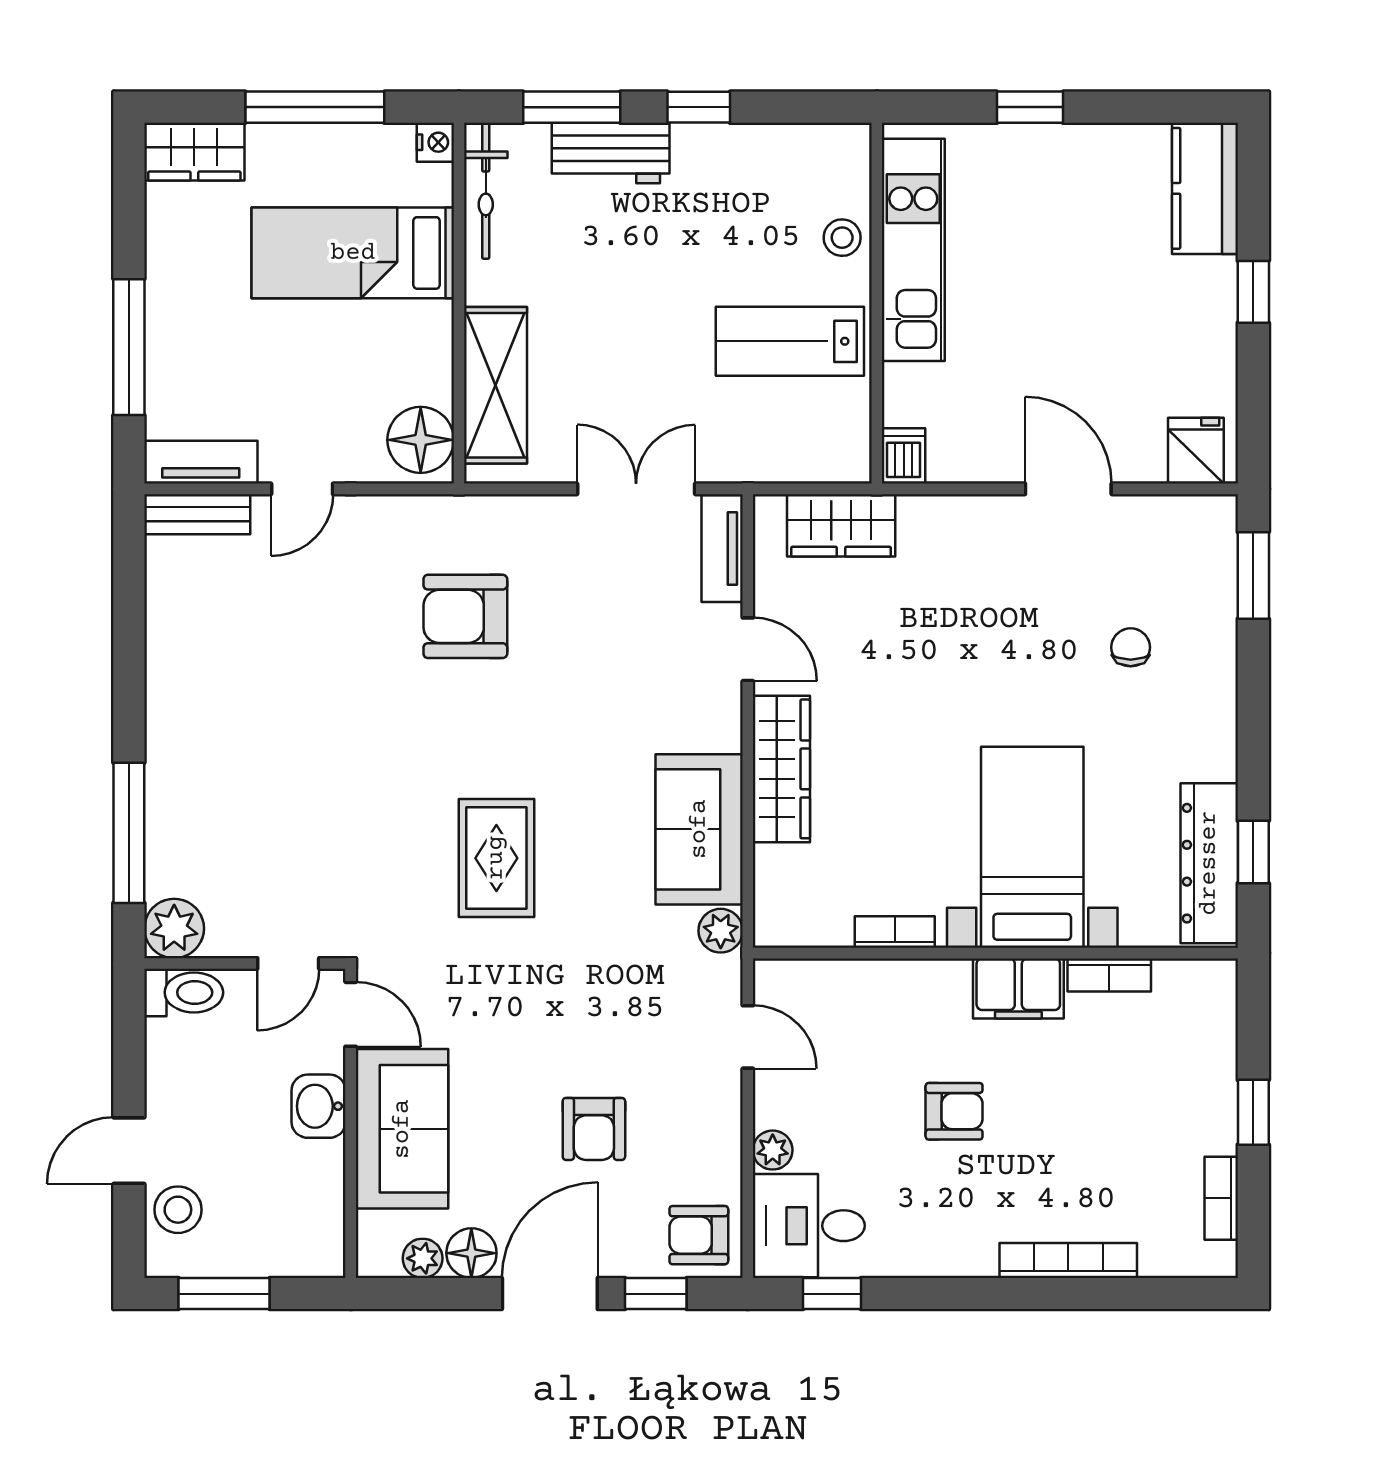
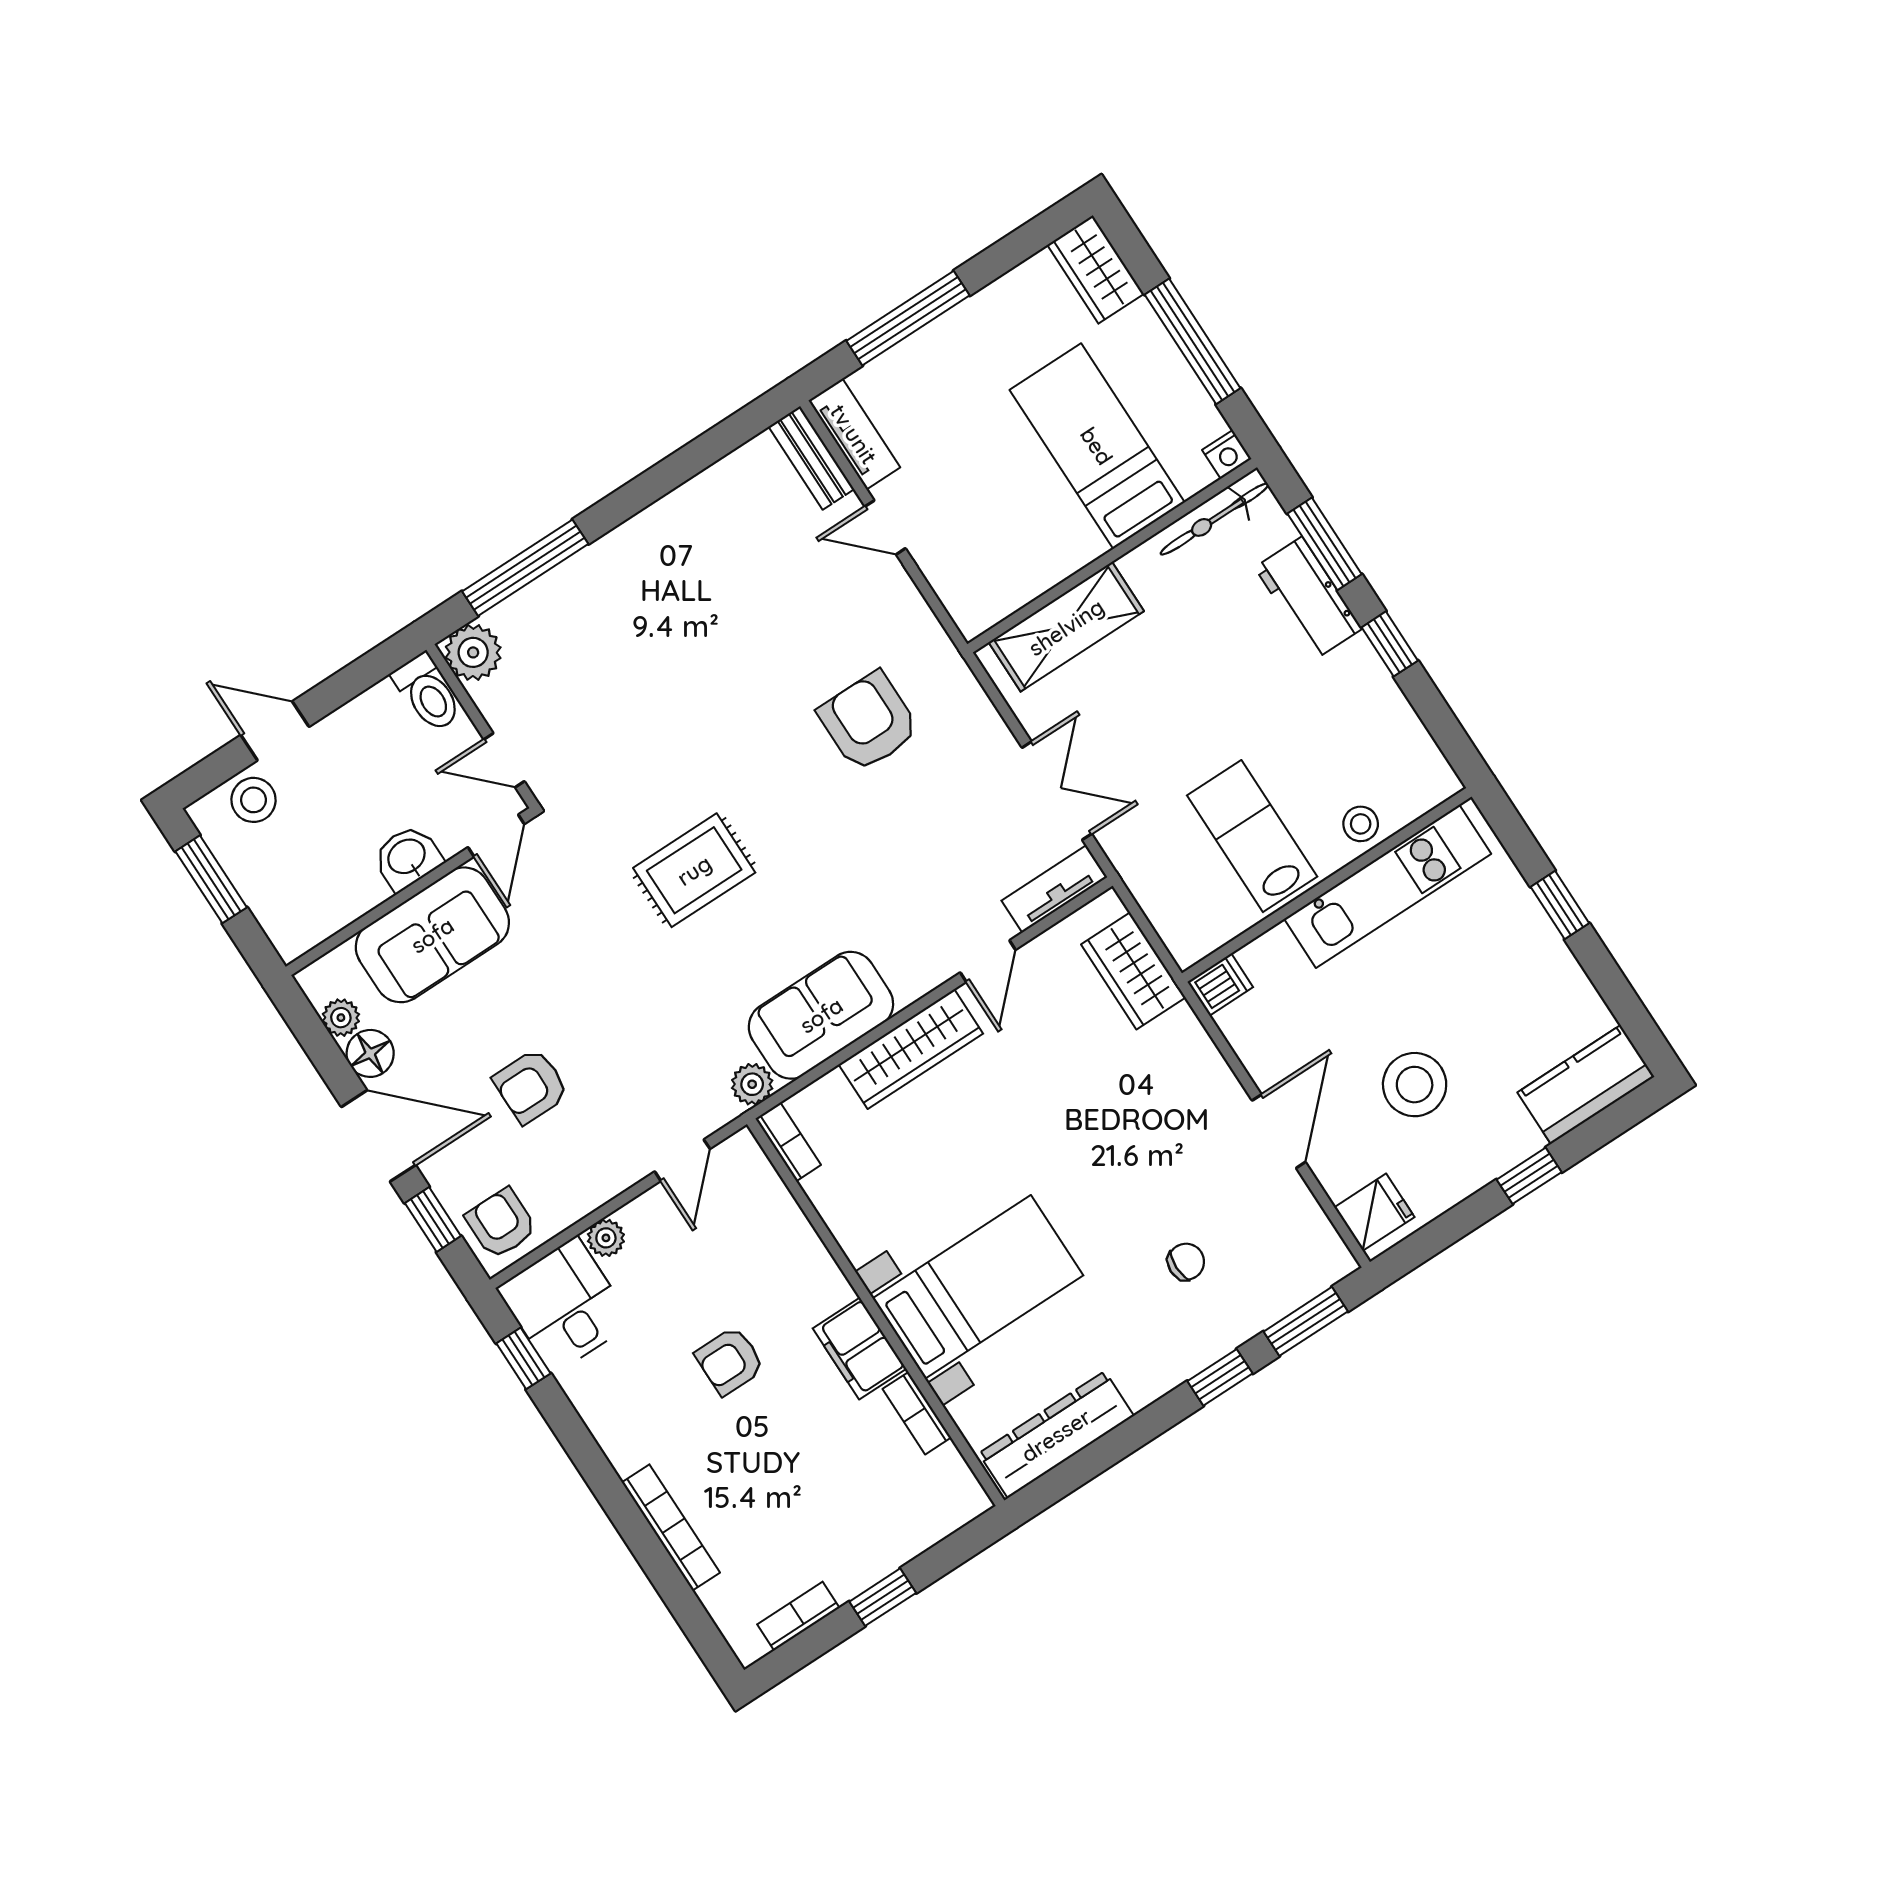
stool: (1106, 341) -> (1415, 1085), added
floor lamp: (421, 440) -> (985, 596), removed
window: (1253, 852) -> (1220, 1377), moved
bookcase: (895, 932) -> (788, 1142), moved
armchair: (954, 1111) -> (730, 1361), turned 90

